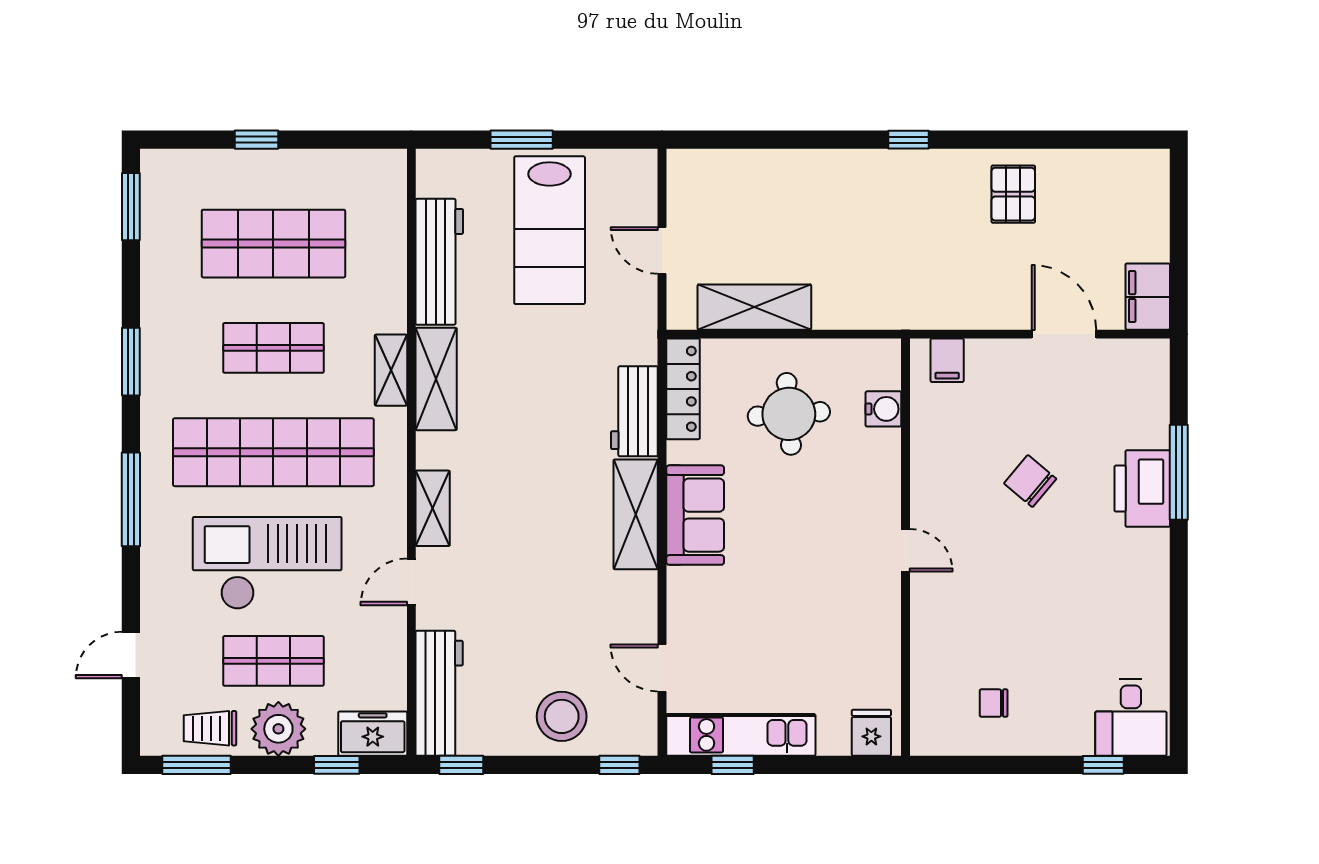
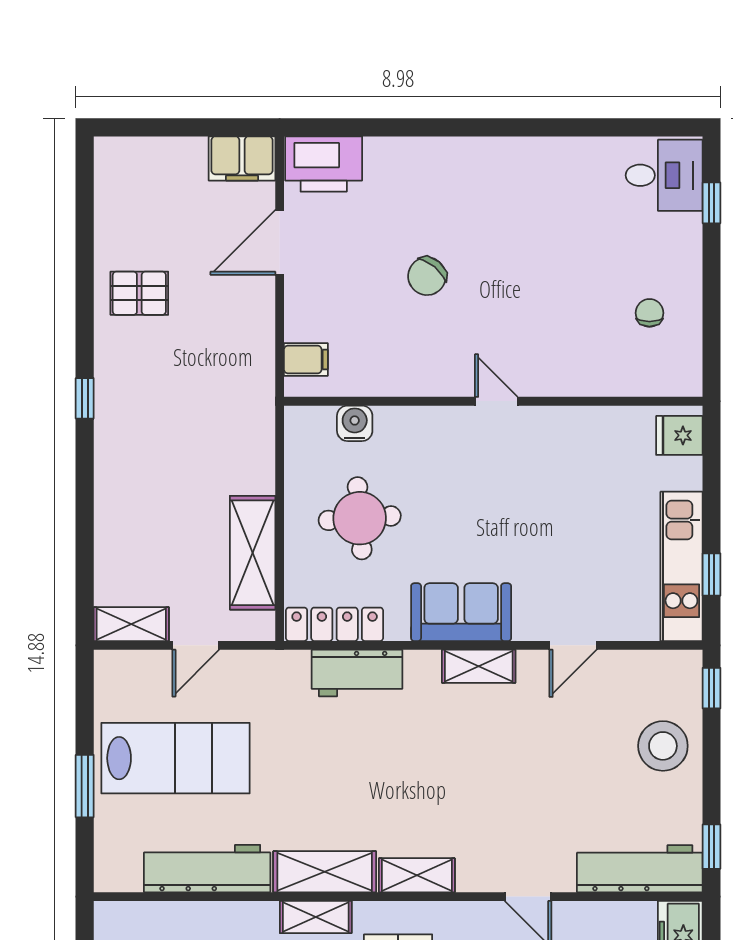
shelving: (683, 186) -> (131, 624), added
window: (1179, 472) -> (418, 127), removed
printer: (1142, 489) -> (324, 164), moved
shelving: (433, 508) -> (417, 875), moved
shelving: (636, 514) -> (479, 666), width x0.67, depth x0.75
door: (906, 550) -> (496, 401), hinge flipped
door: (662, 668) -> (573, 645), moved
chair: (994, 703) -> (649, 313), turned 180

